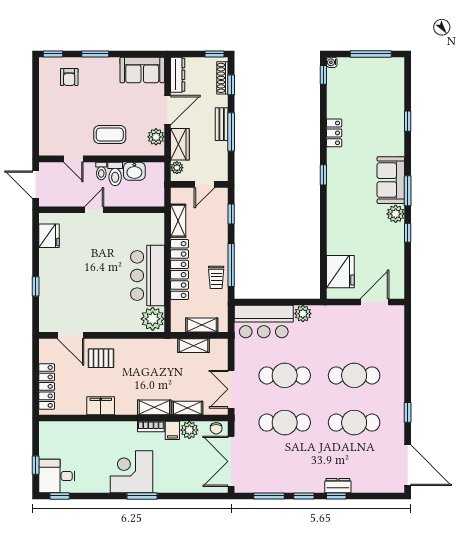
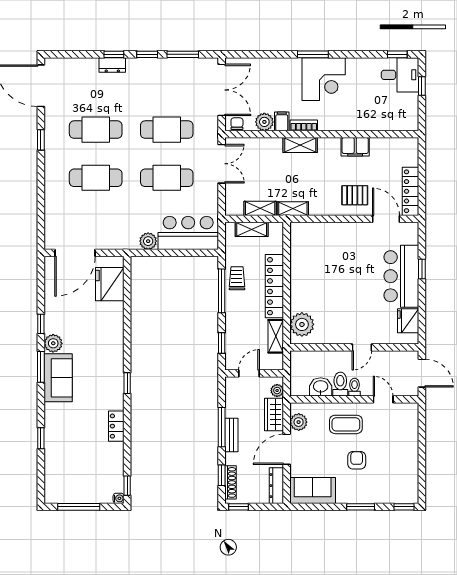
armchair: (69, 77) -> (357, 460), moved
bar counter: (148, 276) -> (401, 276), moved, turned 180
door: (374, 302) -> (75, 253), width x1.36
plant: (153, 319) -> (302, 324), moved
locker: (47, 386) -> (411, 191), moved
shelving: (187, 408) -> (293, 209), moved

